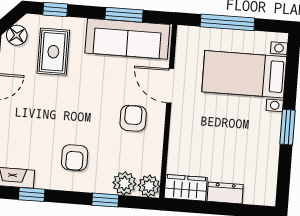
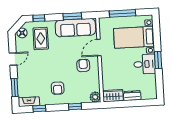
door: (170, 86) -> (99, 48), hinge flipped
desk: (259, 132) -> (145, 64), added
plant: (124, 183) -> (83, 97), removed

